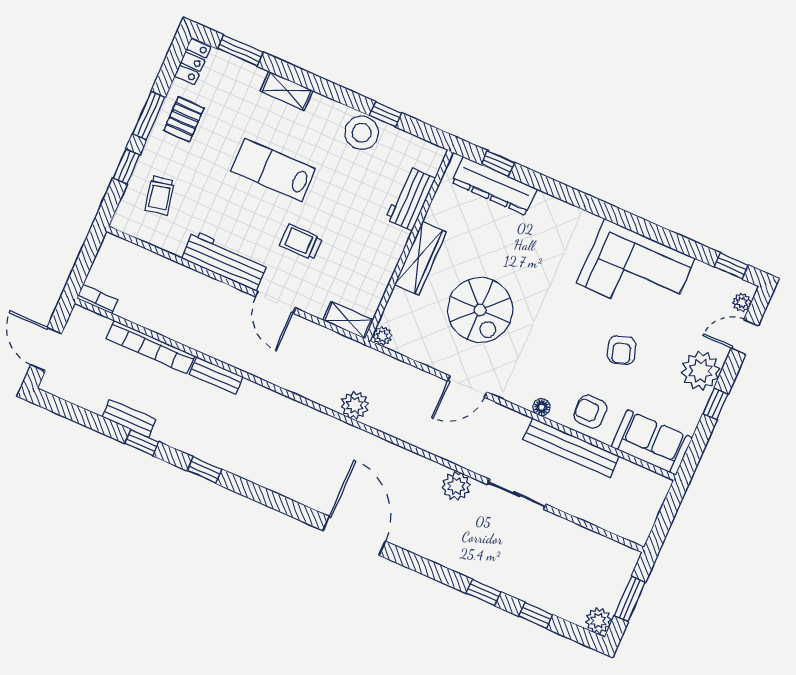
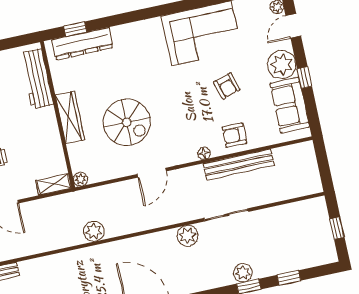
workbench: (410, 198) -> (37, 79), width x1.38
sofa: (652, 442) -> (290, 105), moved, turned -90
window: (630, 599) -> (337, 228), width x0.67
plant: (598, 621) -> (243, 273), moved

